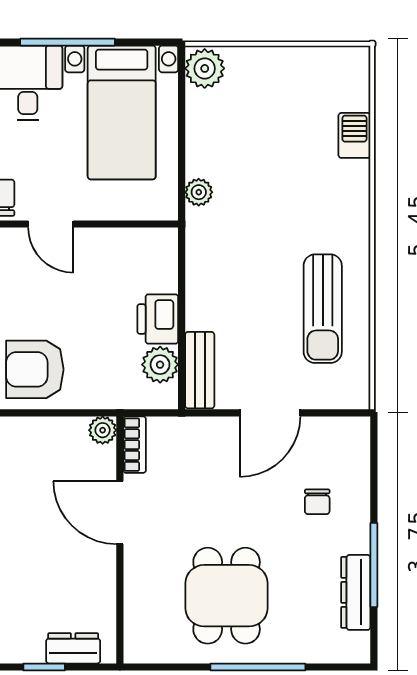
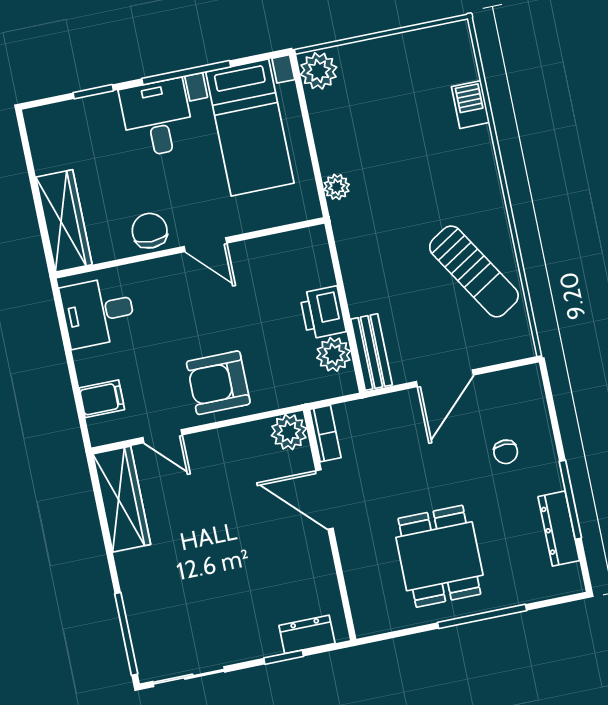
sun lounger: (323, 309) -> (474, 271), turned -32
plant: (103, 430) -> (289, 432), width x1.38, depth x1.38

